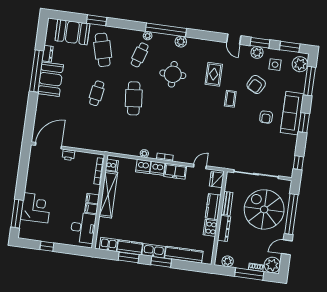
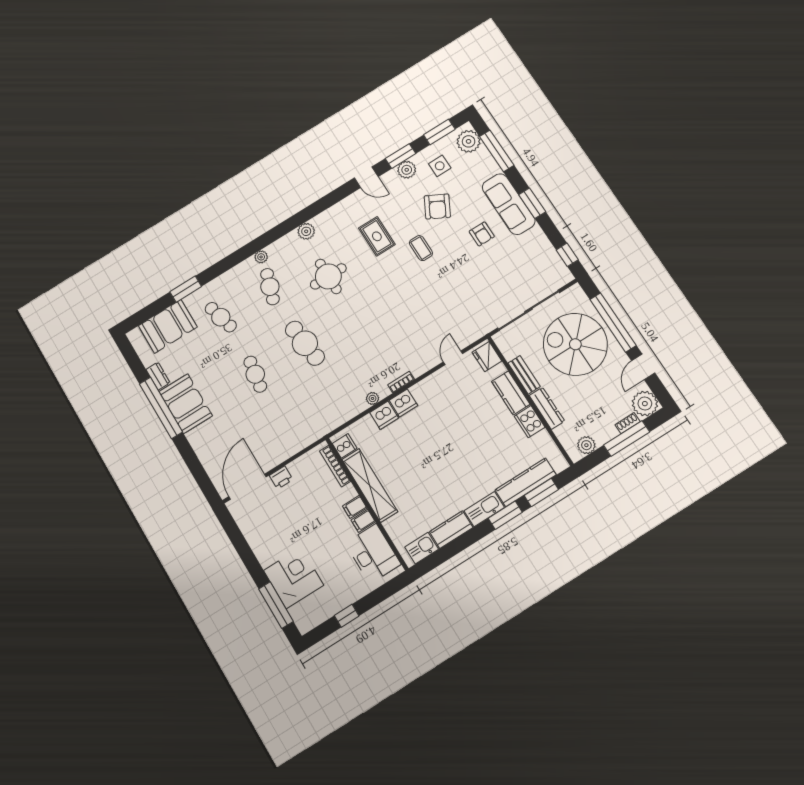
window: (166, 30) -> (277, 232), removed
cafe table: (103, 50) -> (221, 317), width x0.73, depth x0.74
freezer: (175, 171) -> (428, 388), removed
window: (129, 257) -> (541, 492), moved

